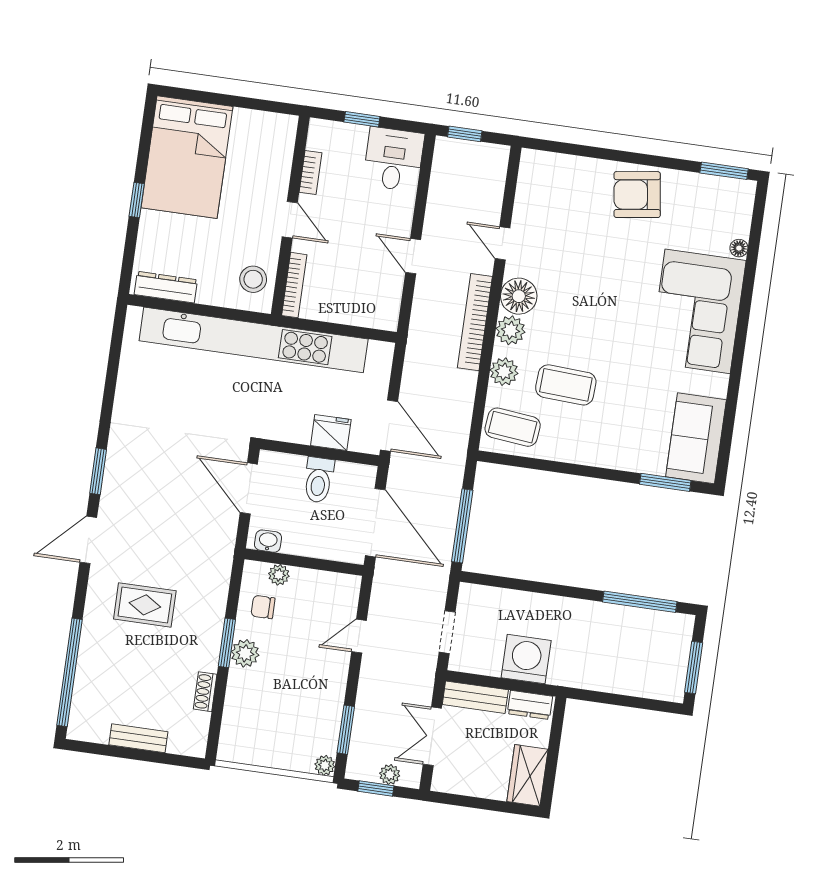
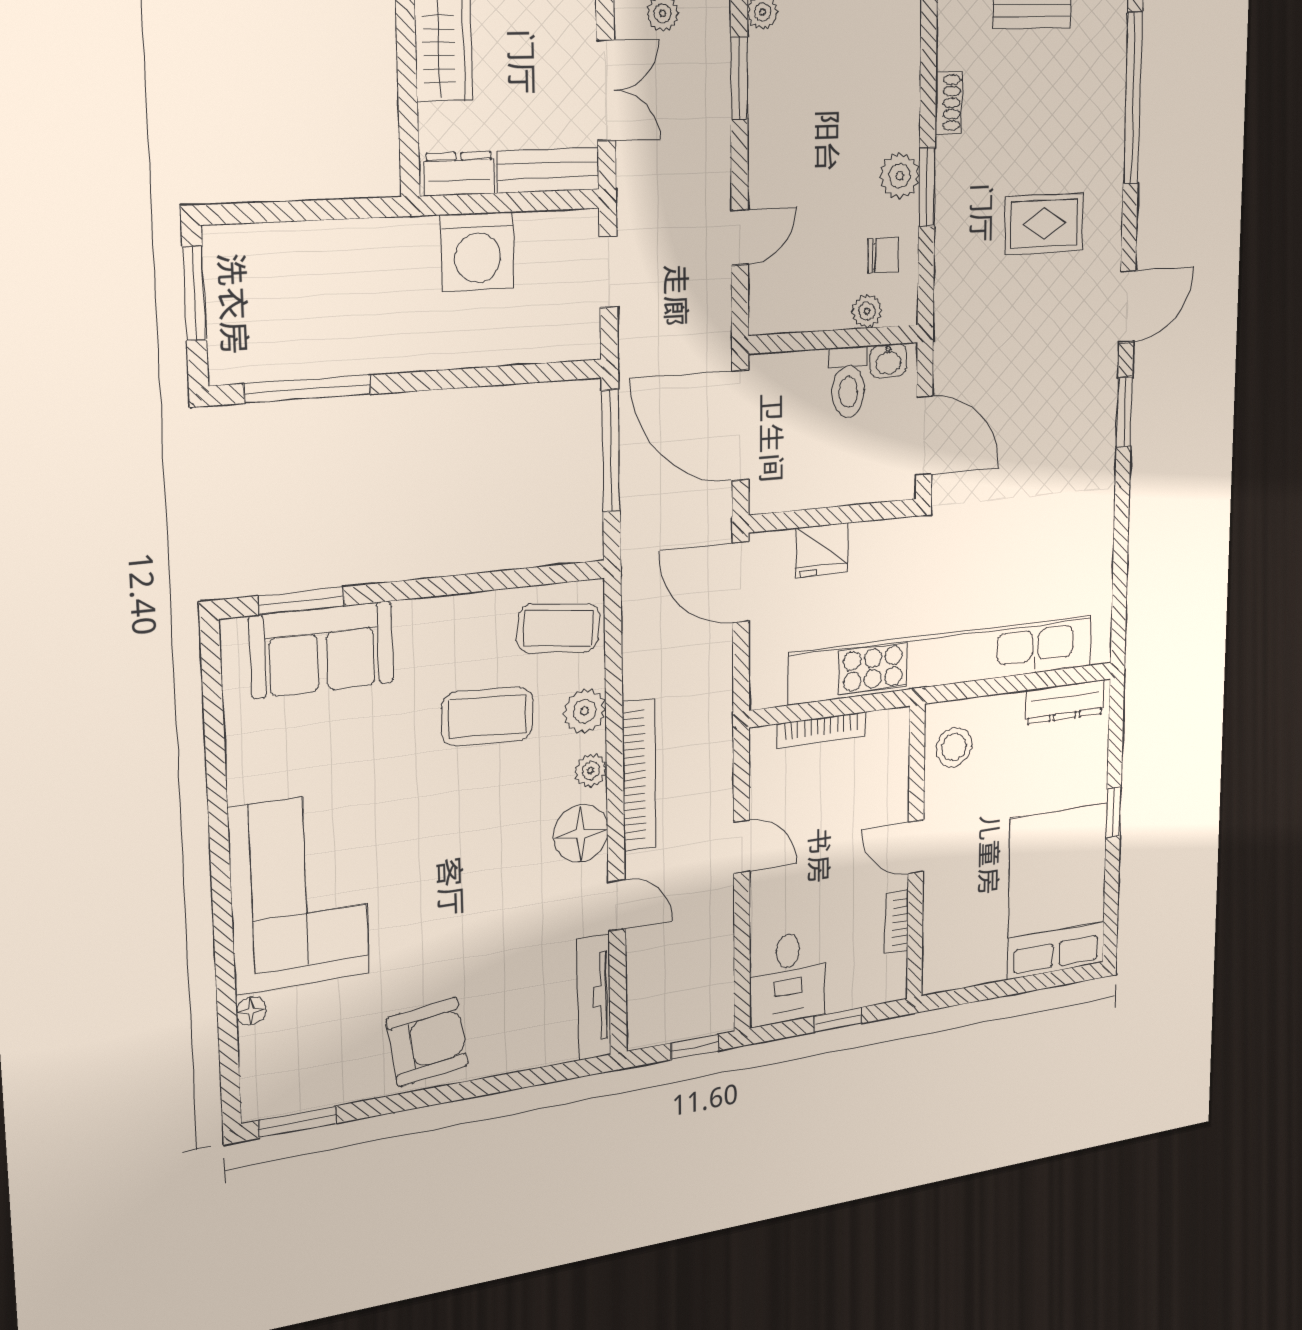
tv unit: (527, 189) -> (594, 997), added
bookcase: (294, 285) -> (821, 730), moved, turned -90
plant: (510, 330) -> (591, 770), width x0.73, depth x0.73
sofa: (696, 438) -> (322, 650), moved, turned 90
toilet: (319, 480) -> (848, 382), moved, turned 180

